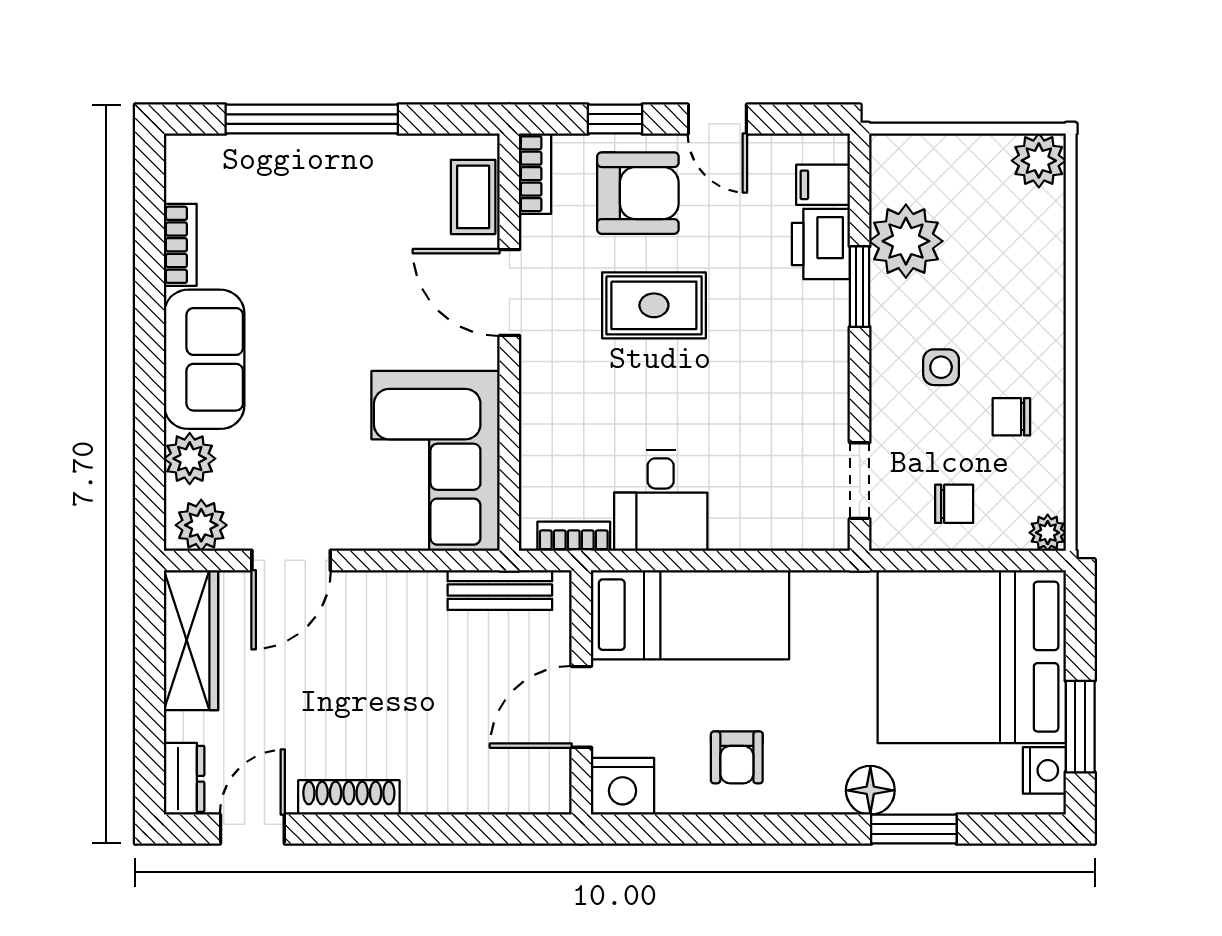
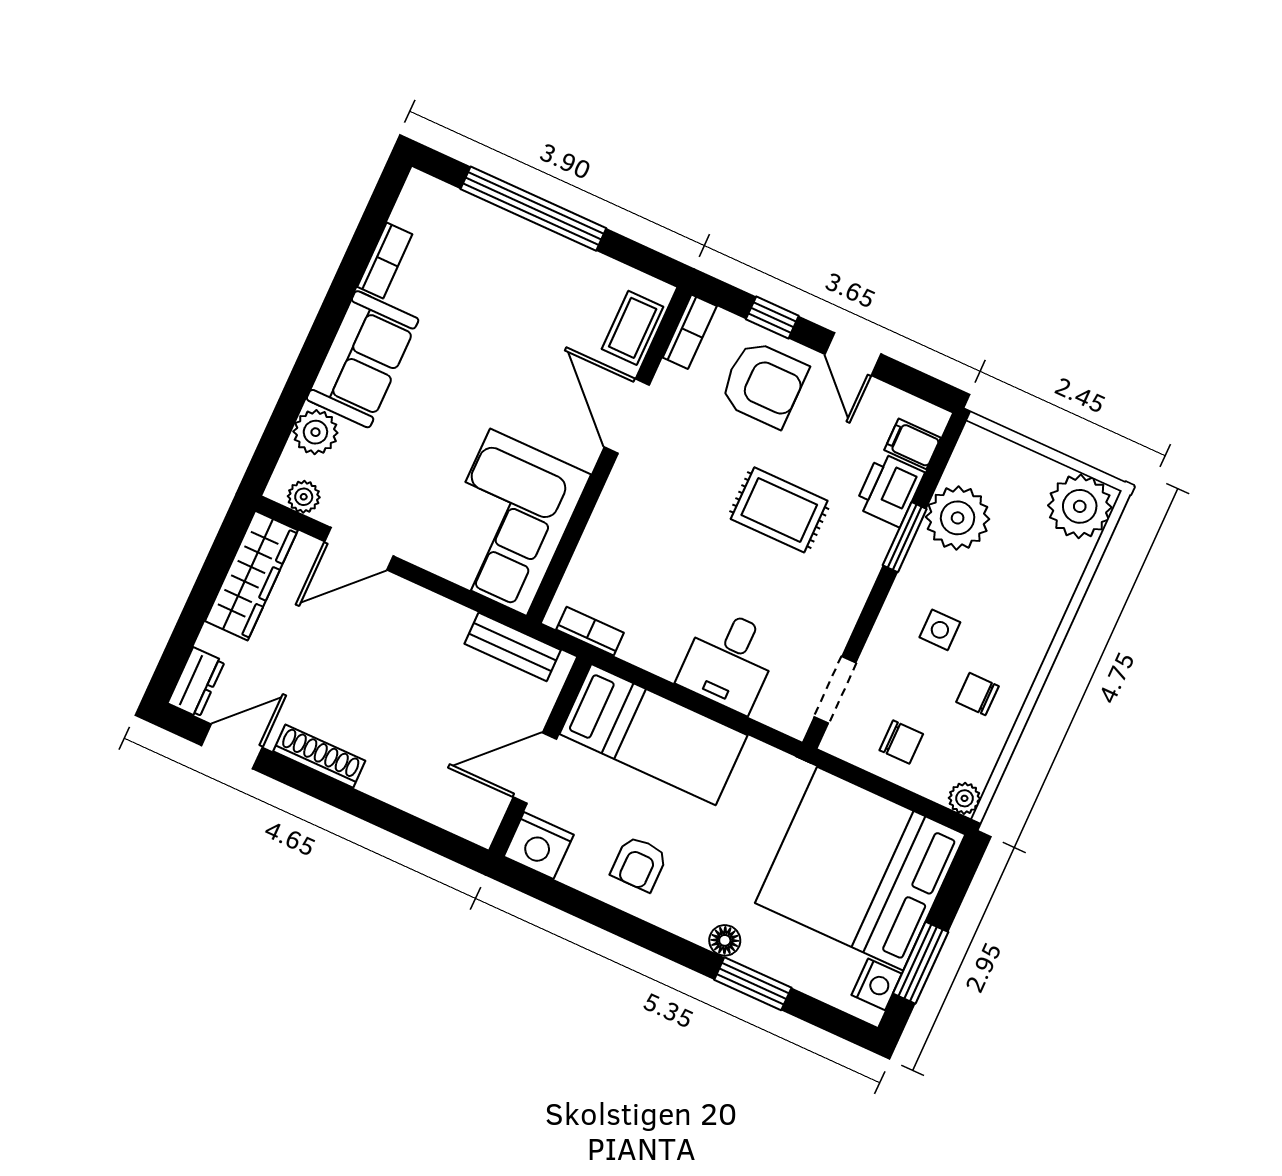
plant: (1039, 161) -> (1080, 506), width x1.36, depth x1.36
rug: (654, 305) -> (779, 510), moved
desk: (661, 501) -> (729, 661), moved
plant: (201, 525) -> (304, 497), width x0.73, depth x0.73
floor lamp: (870, 790) -> (725, 940), width x0.73, depth x0.73

